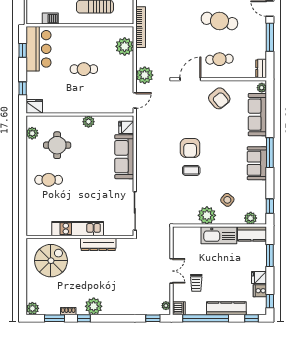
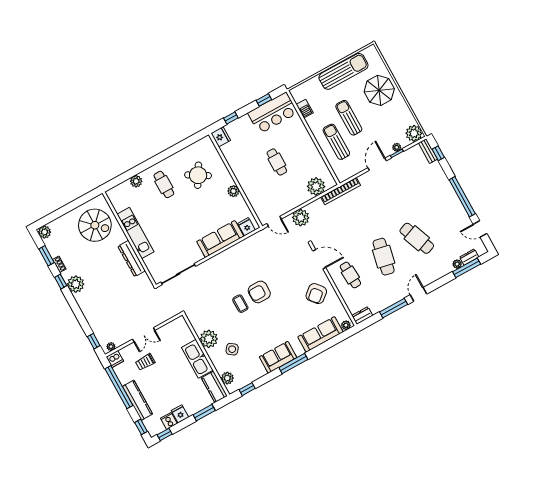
plant: (32, 133) -> (136, 181), moved
round table: (57, 145) -> (198, 175), turned 31

